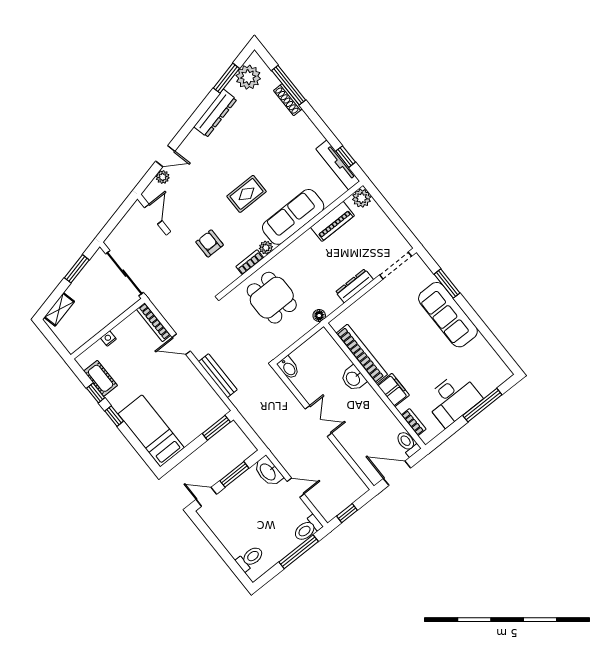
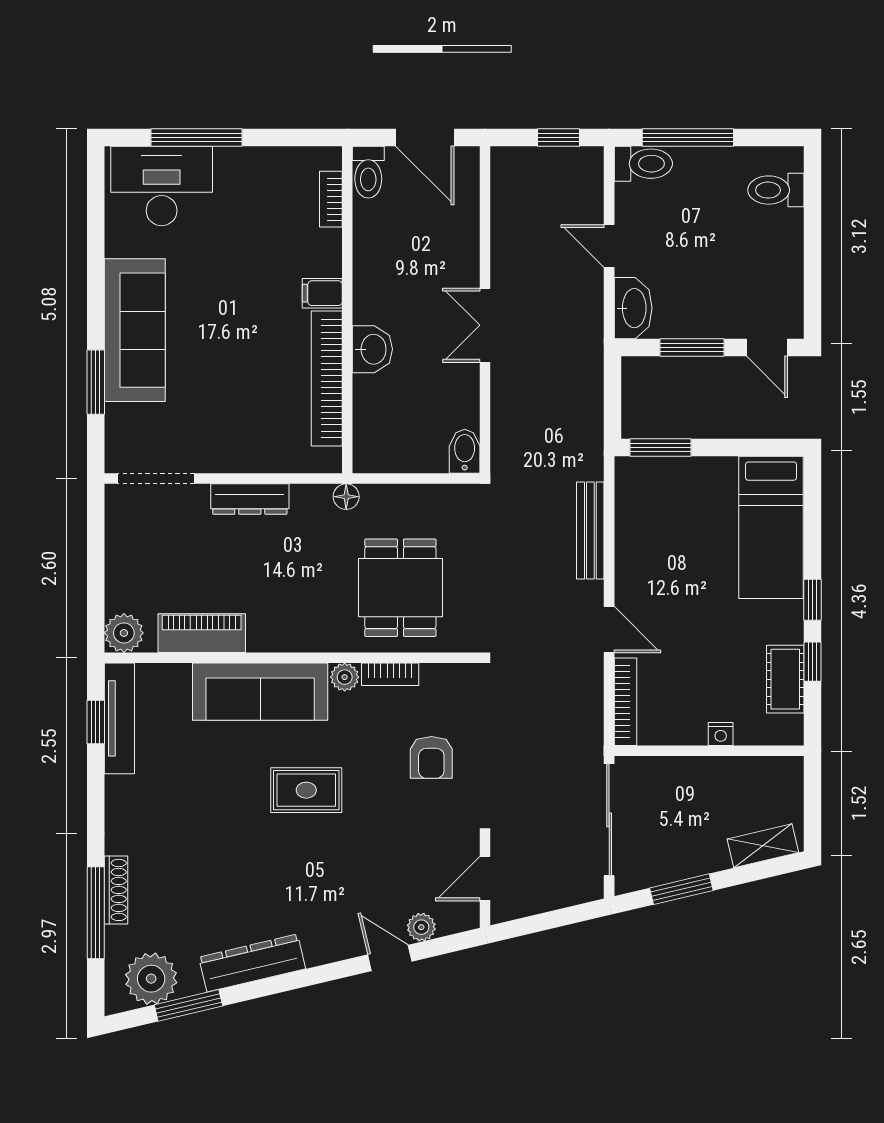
filing cabinet: (393, 390) -> (322, 293), width x0.50
desk: (453, 399) -> (162, 186), moved

